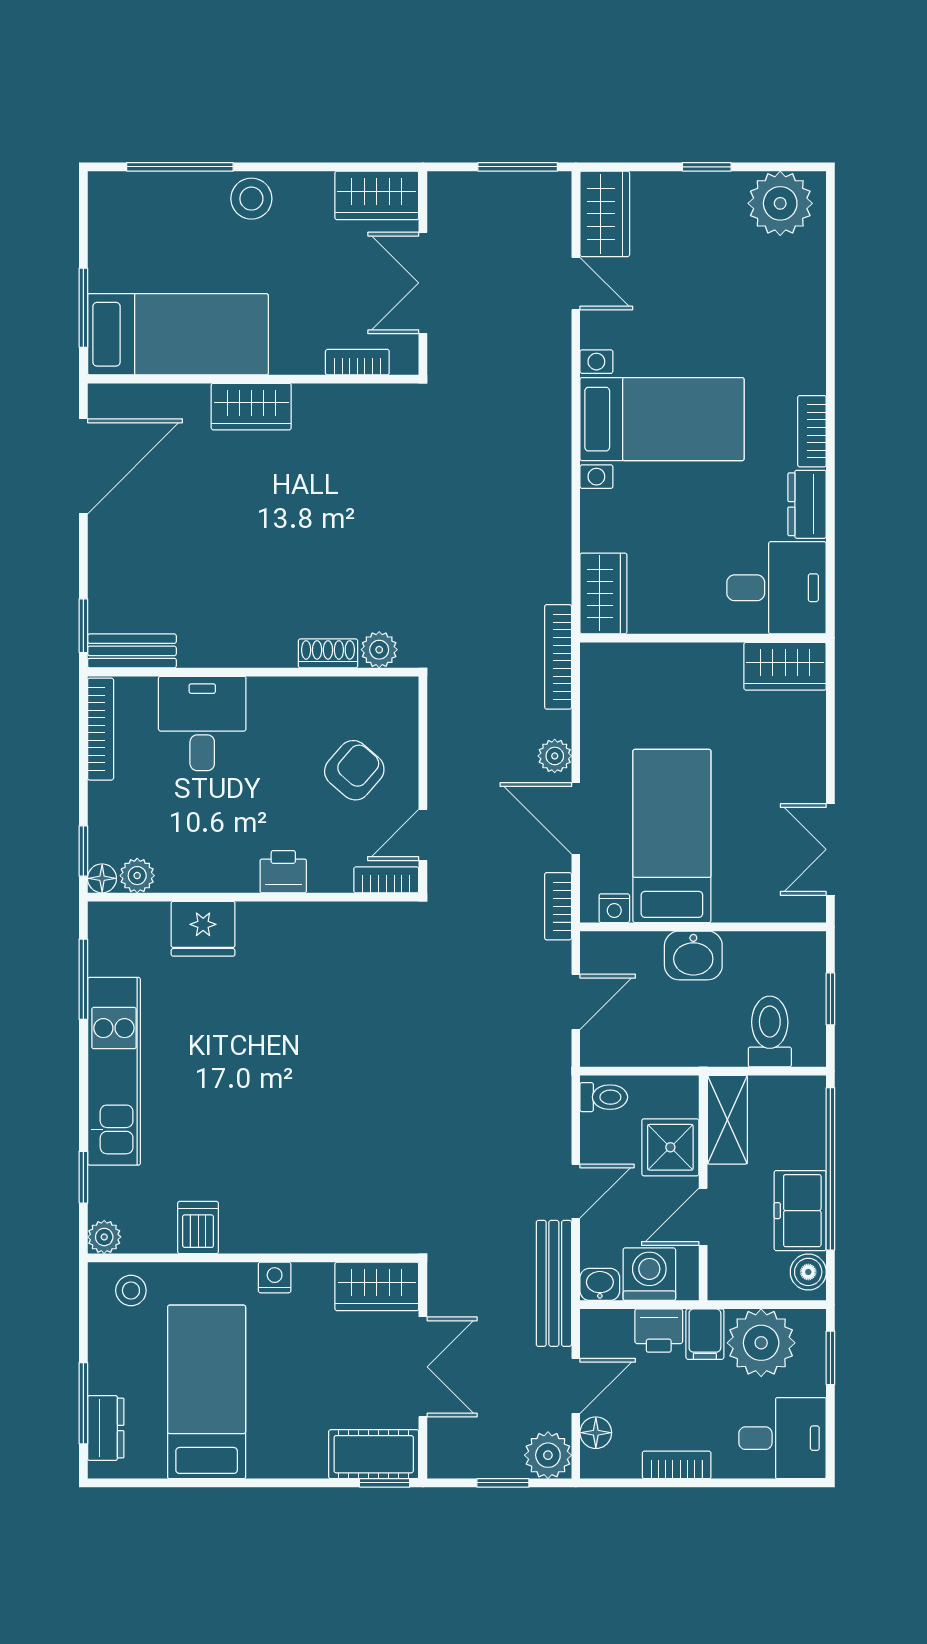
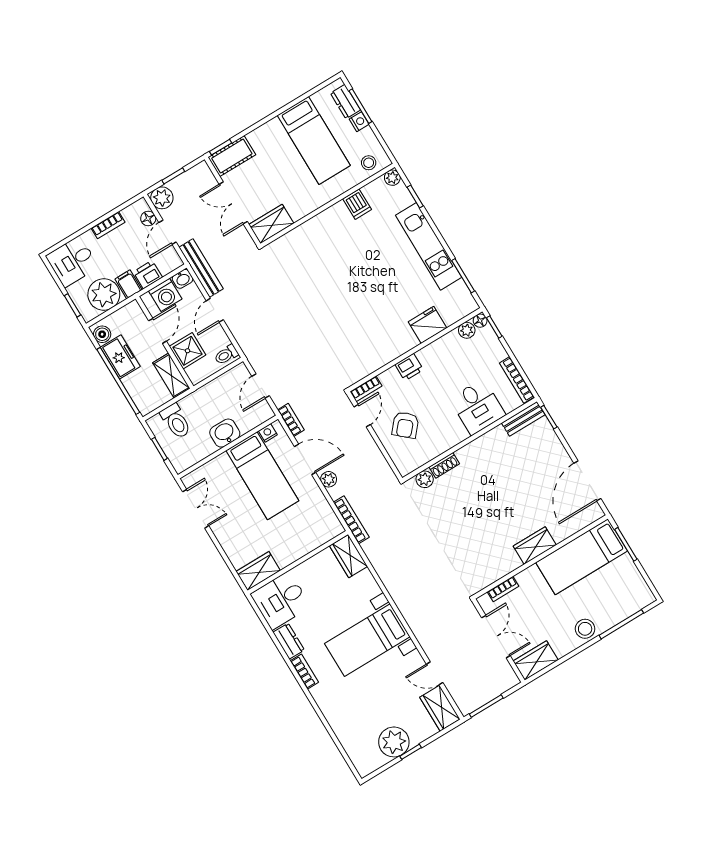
plant: (780, 203) -> (394, 742), moved
nightstand: (275, 1277) -> (359, 122), moved, turned -90

